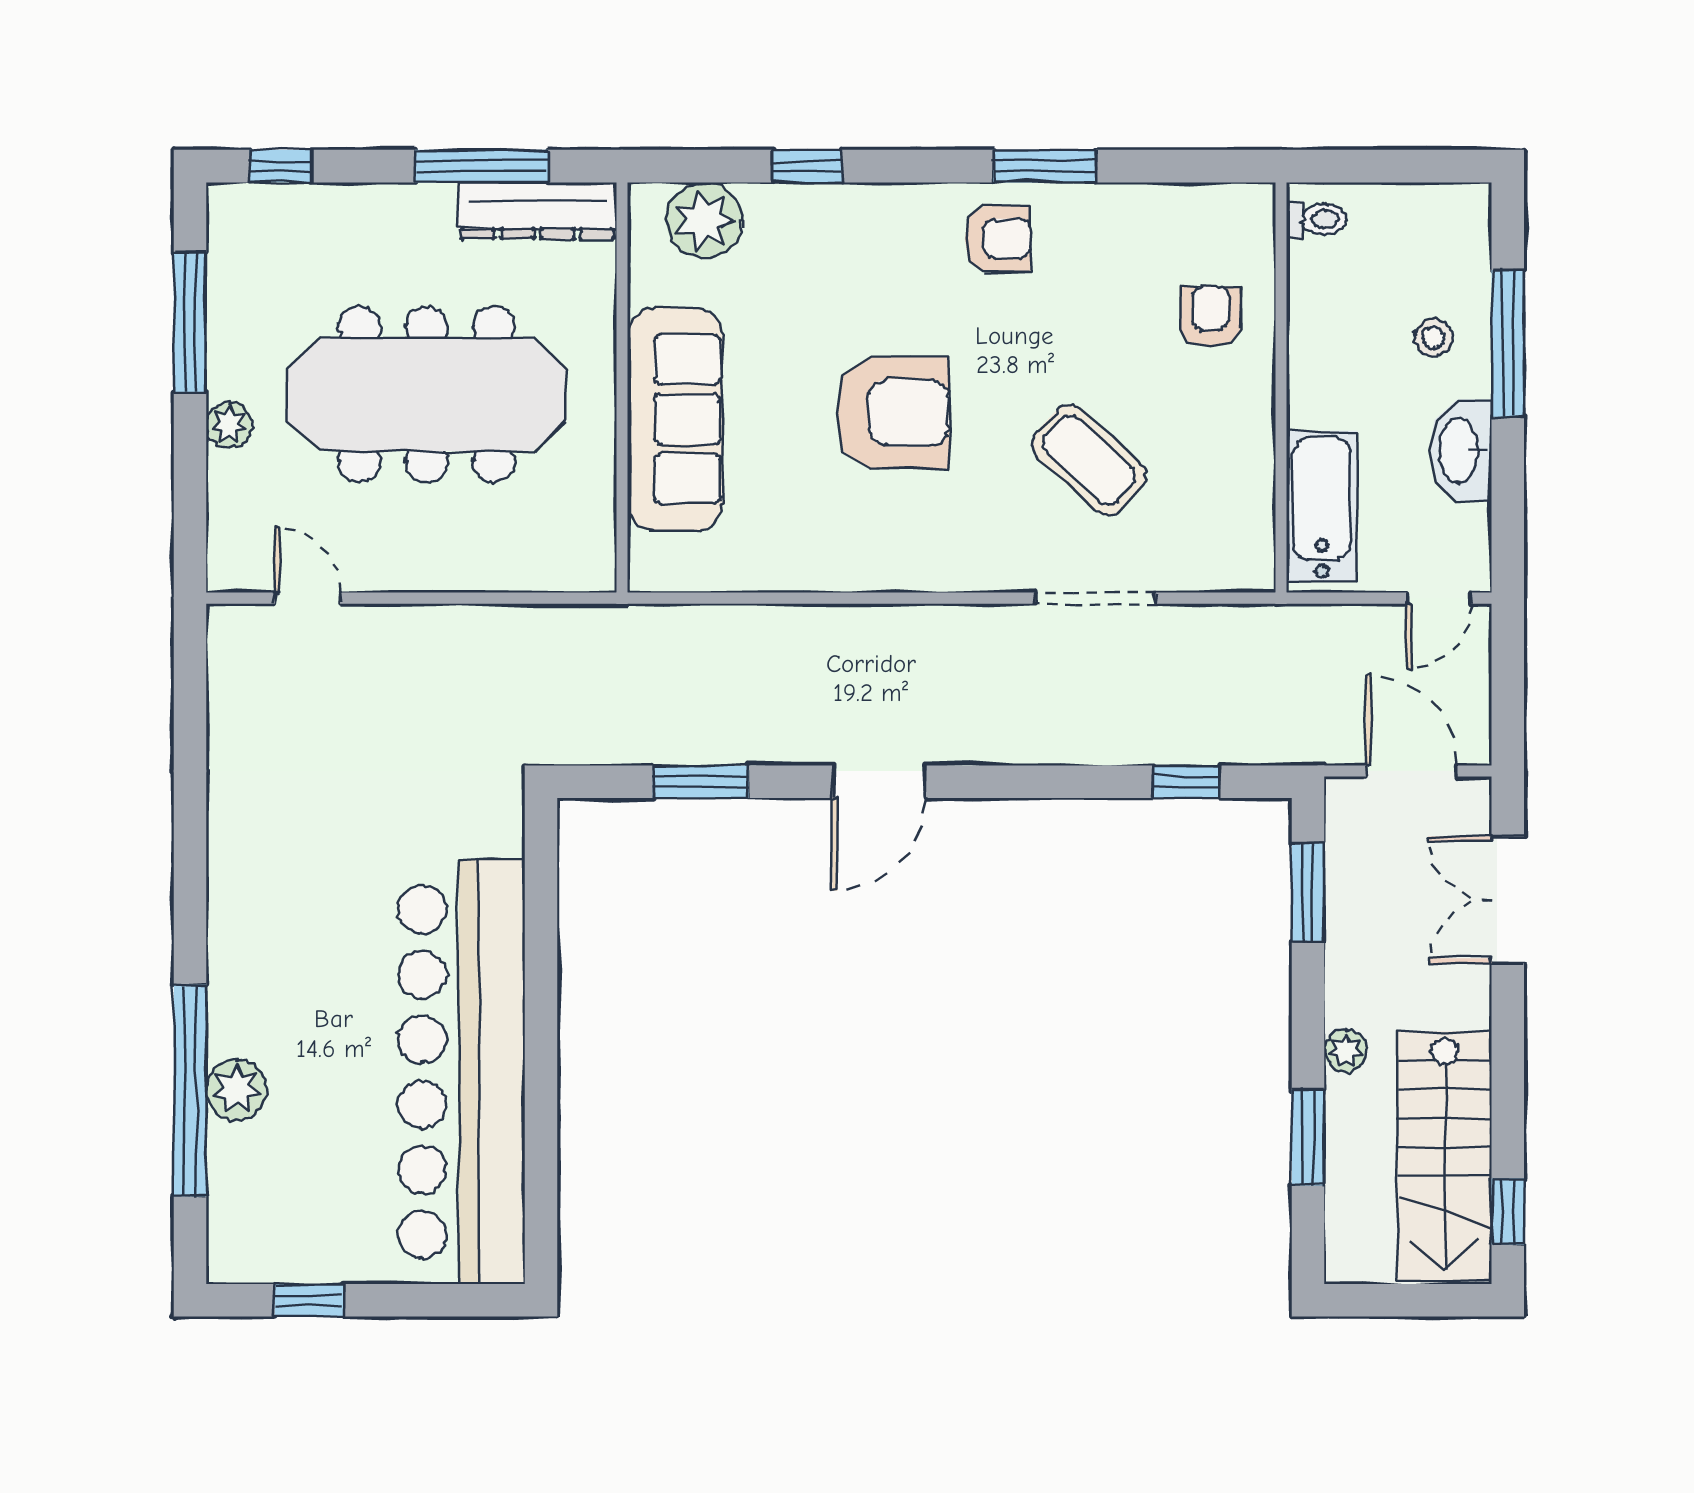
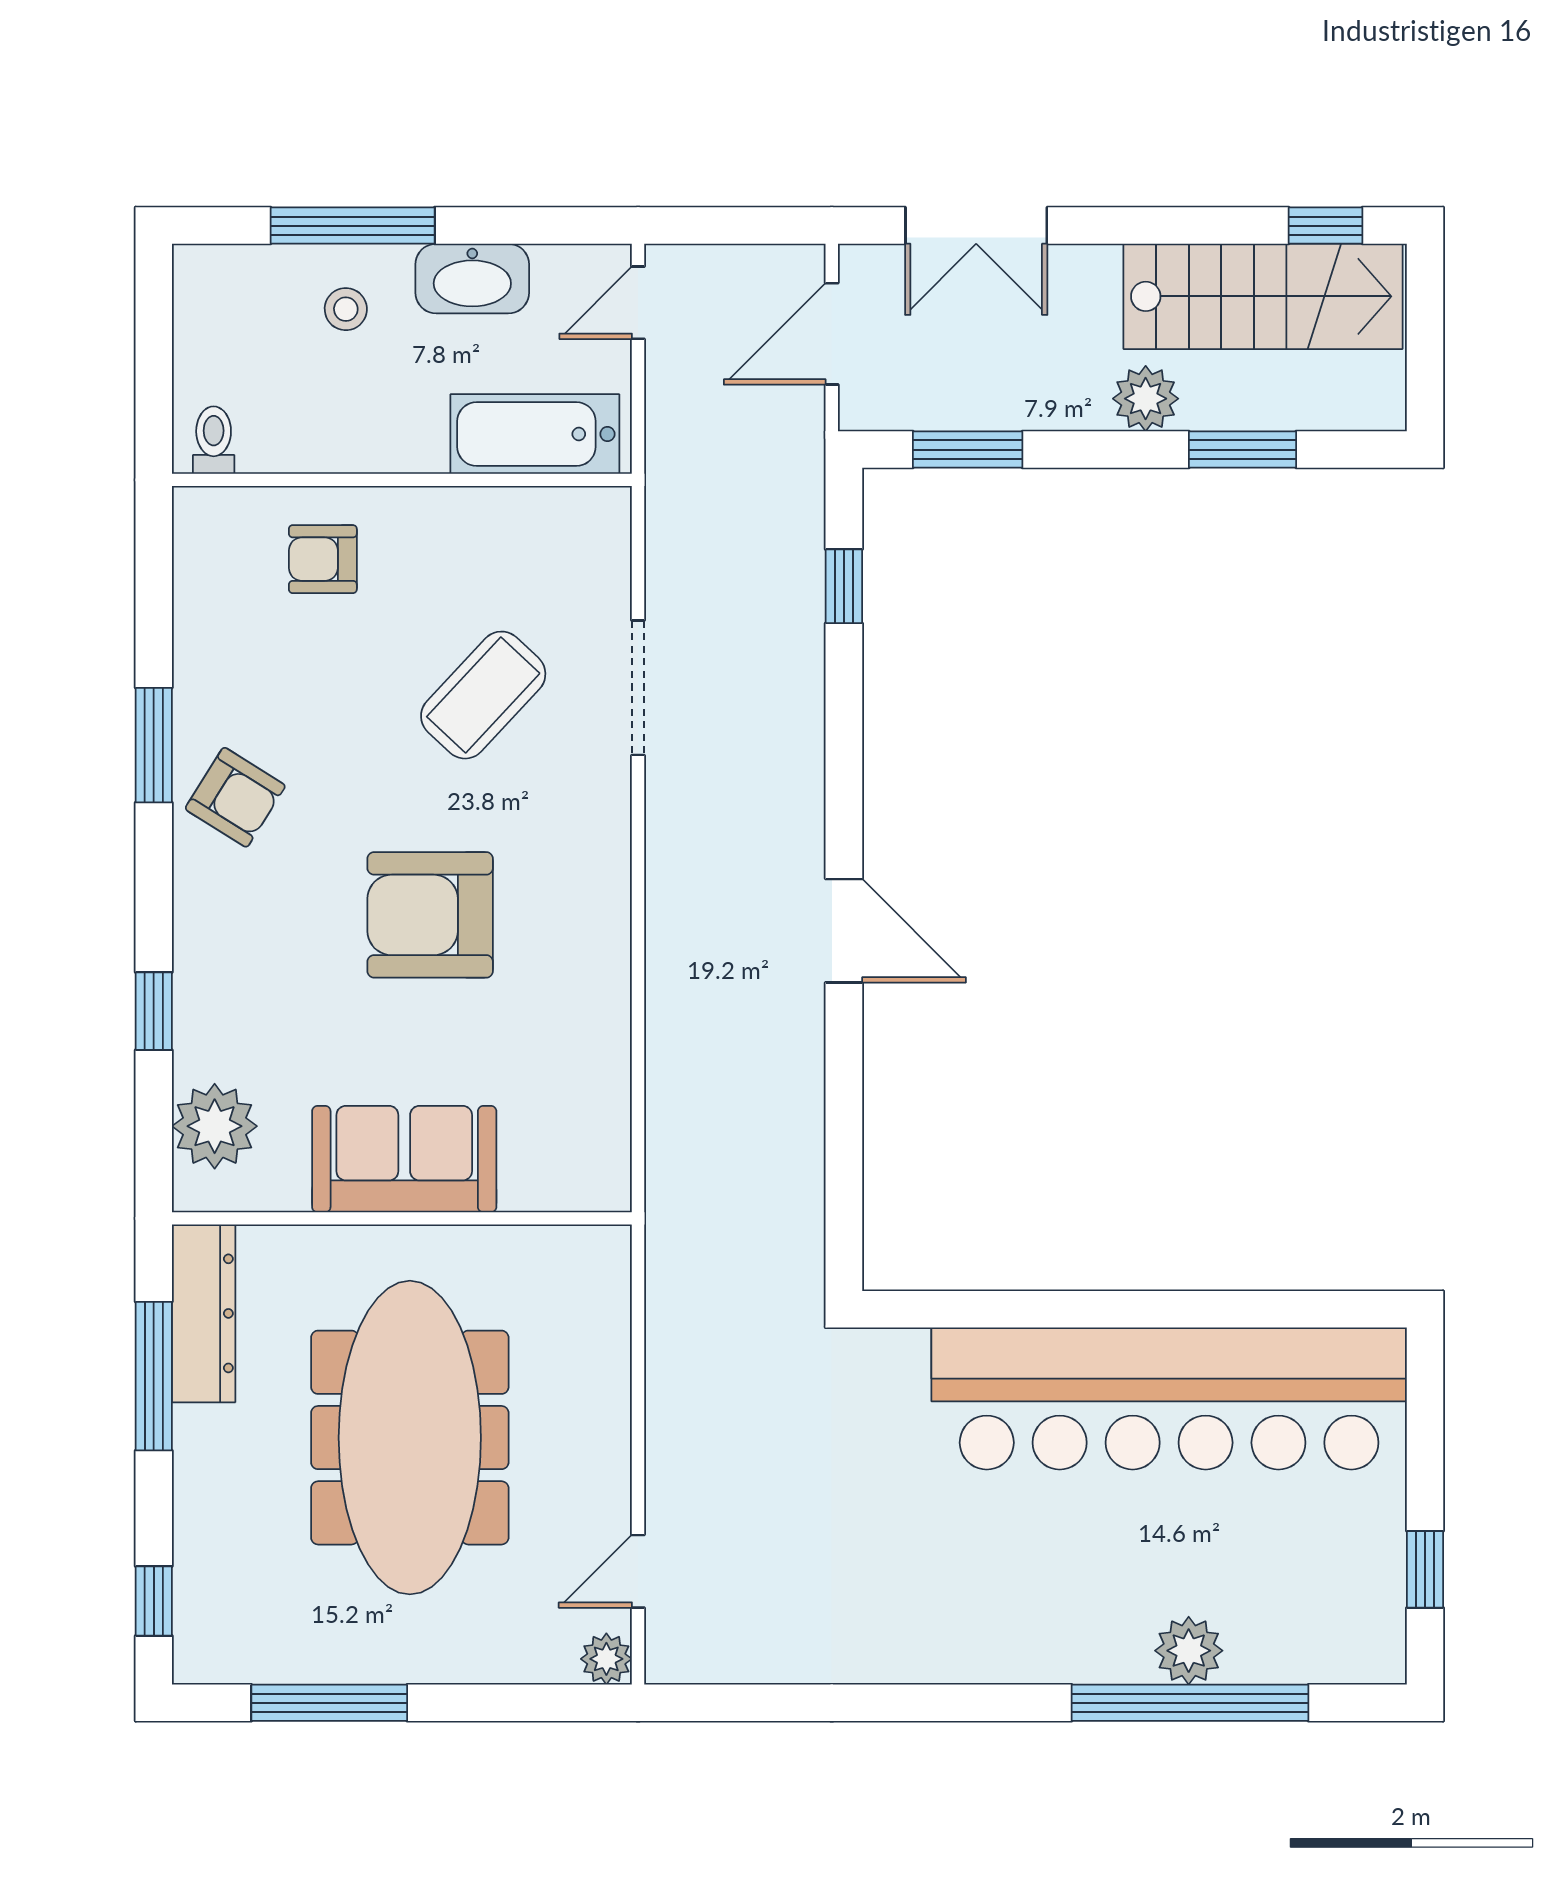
armchair: (998, 239) -> (235, 797), turned 122
armchair: (893, 413) -> (430, 915), turned -90
sofa: (675, 419) -> (404, 1159), width x0.73
plant: (229, 425) -> (606, 1659), moved
door: (1439, 598) -> (638, 303), swing flipped
window: (701, 782) -> (844, 1130), removed
plant: (1345, 1051) -> (1146, 399), width x1.38, depth x1.38

